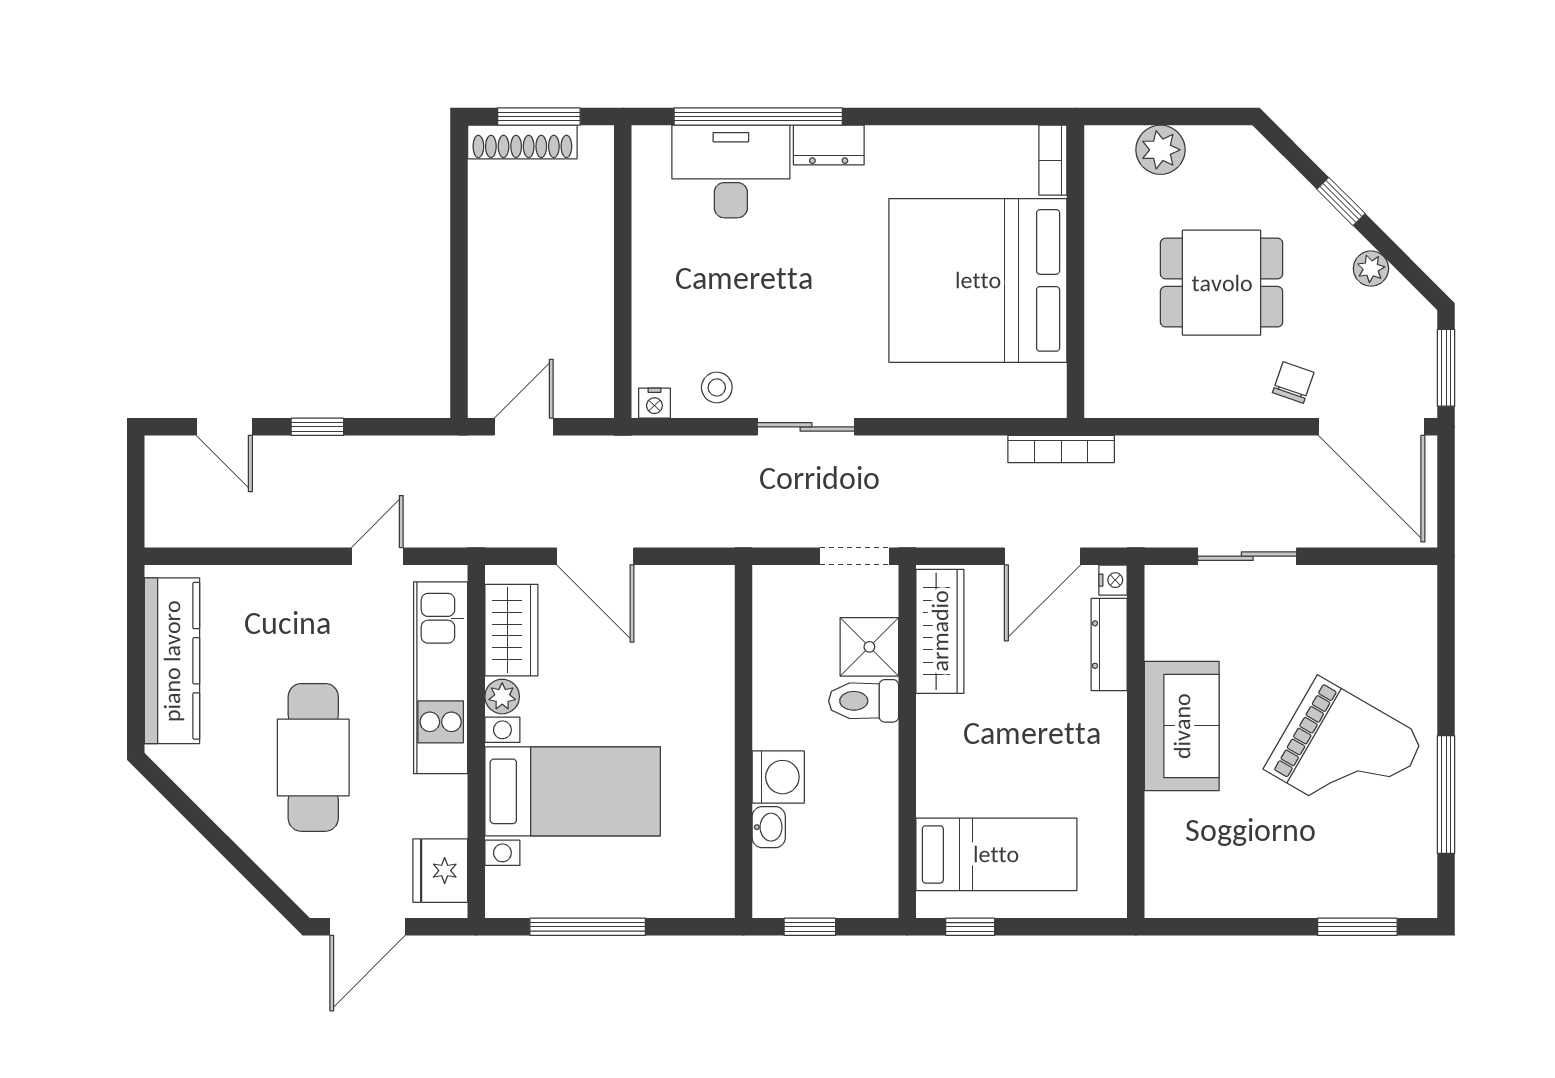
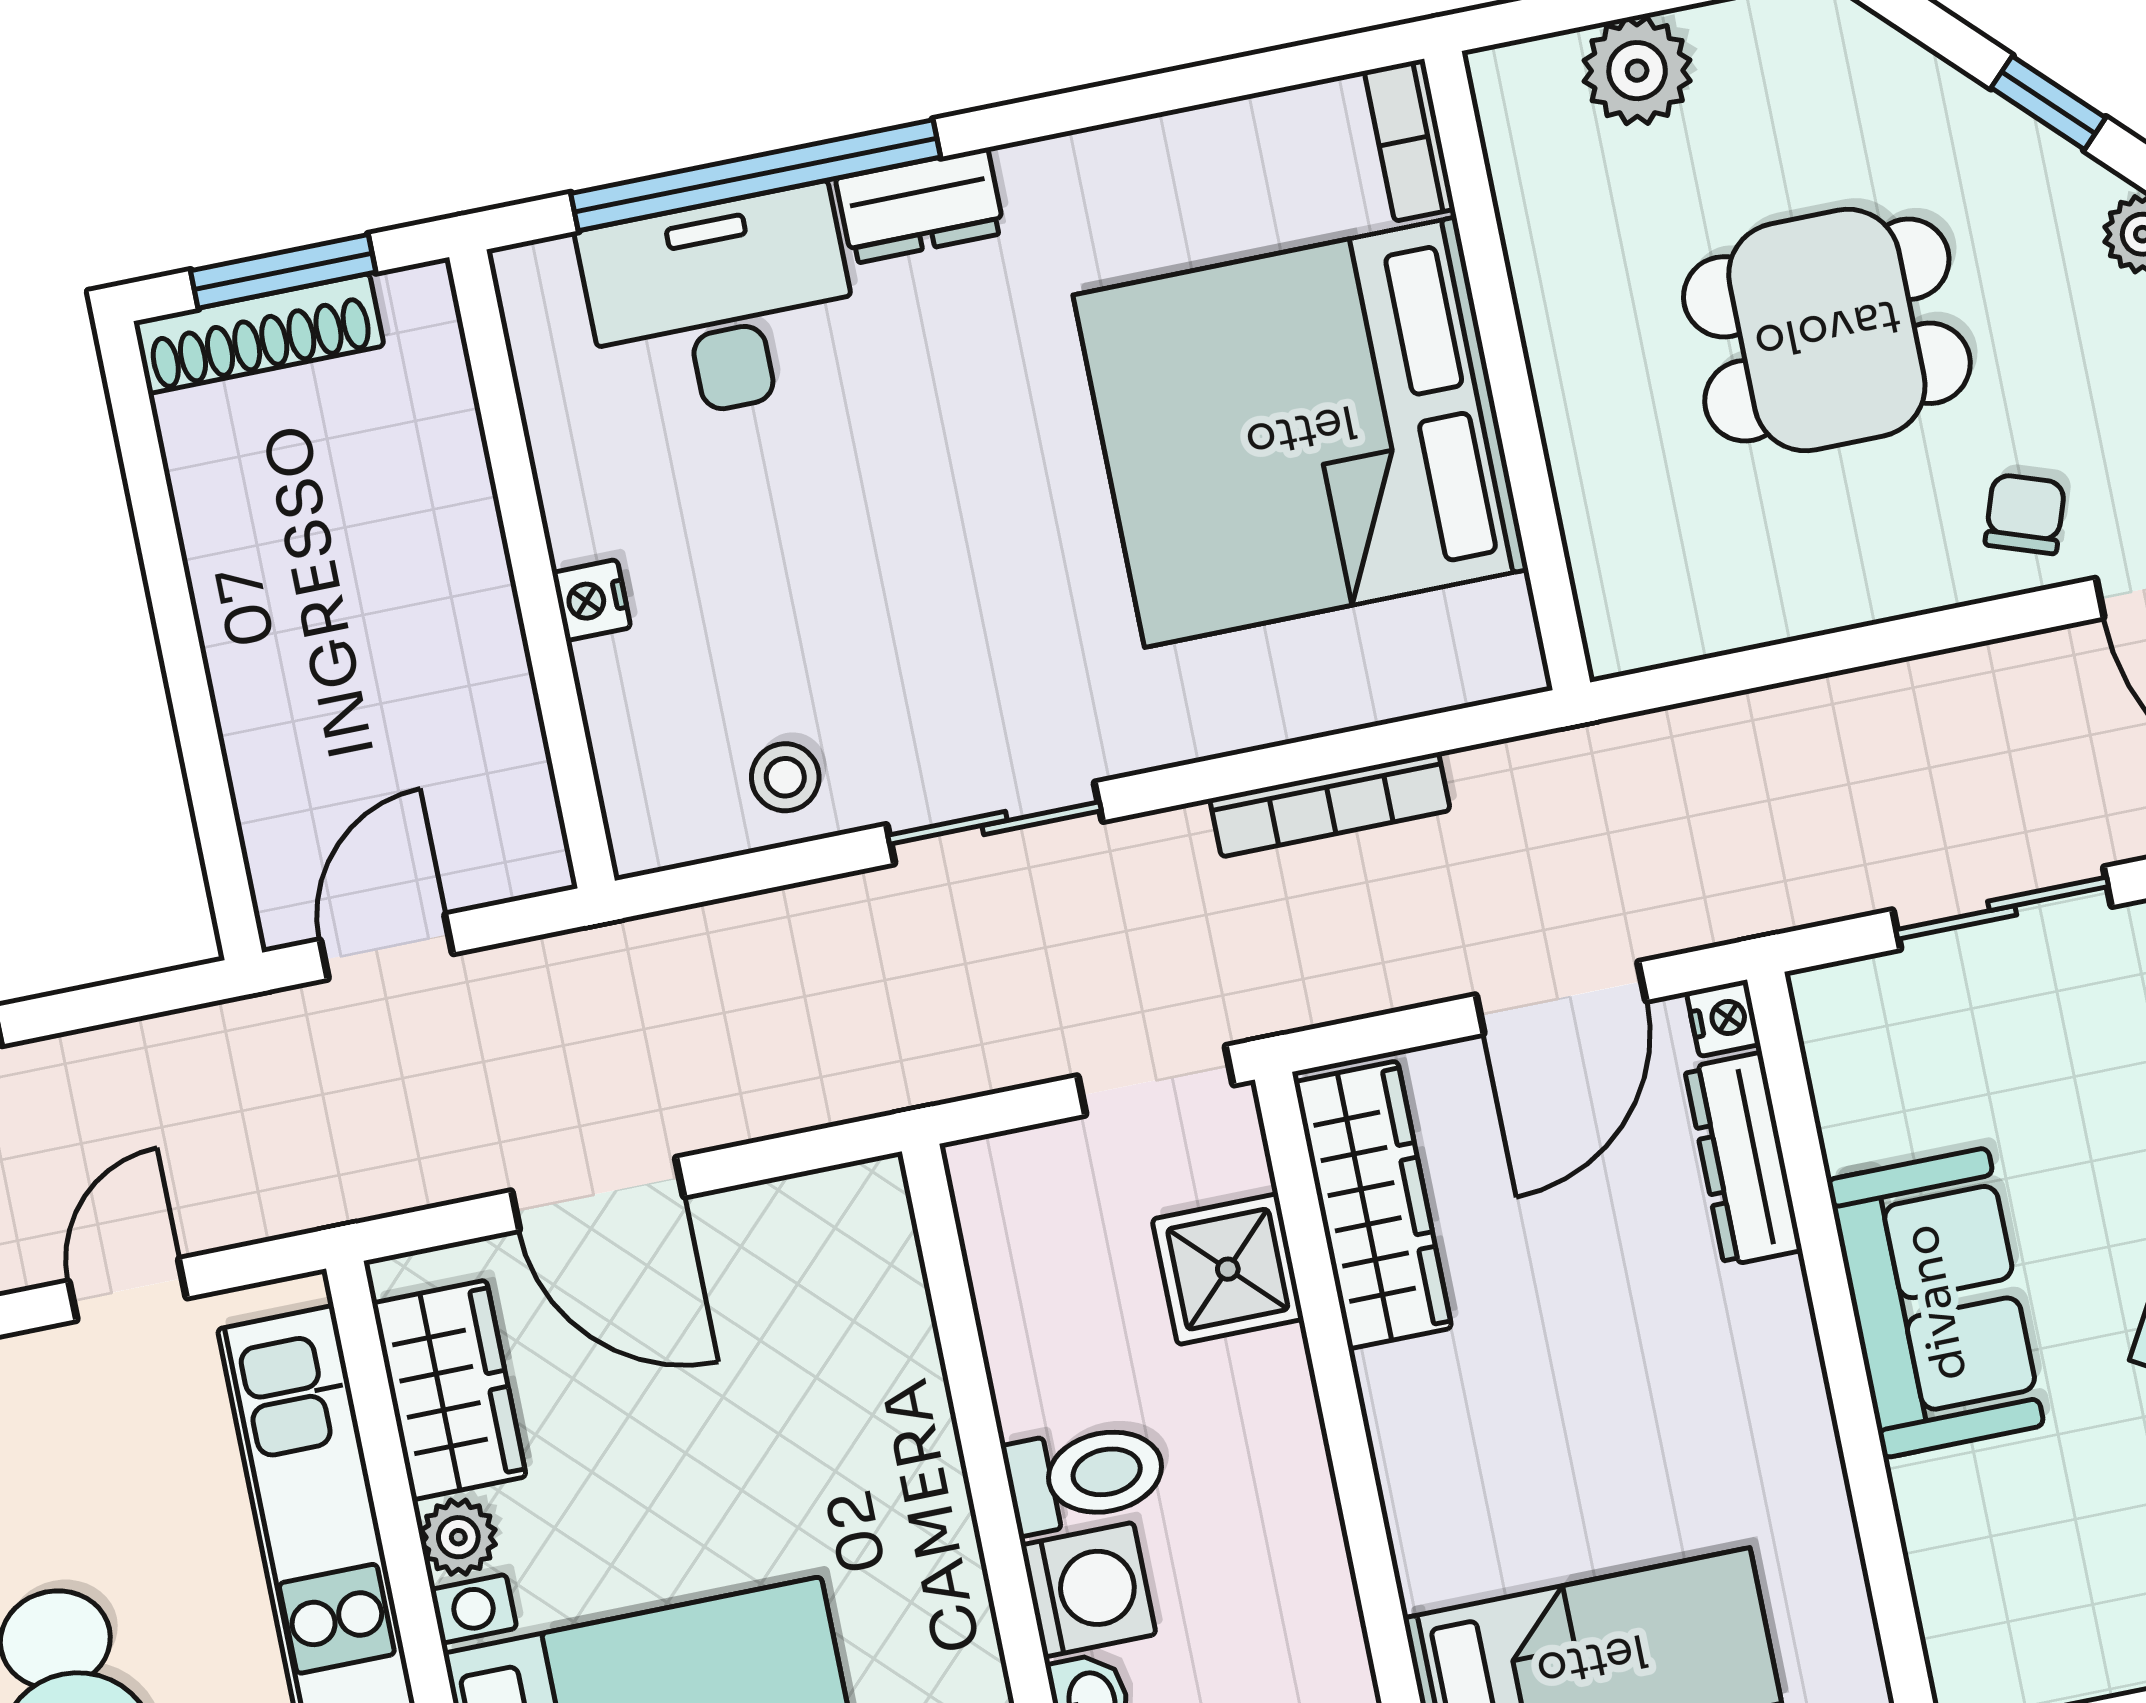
nightstand: (654, 403) -> (592, 600), moved, turned 90
bookcase: (1061, 449) -> (1330, 805), moved
toilet: (864, 701) -> (1085, 1476), moved, turned 180

